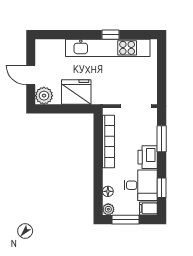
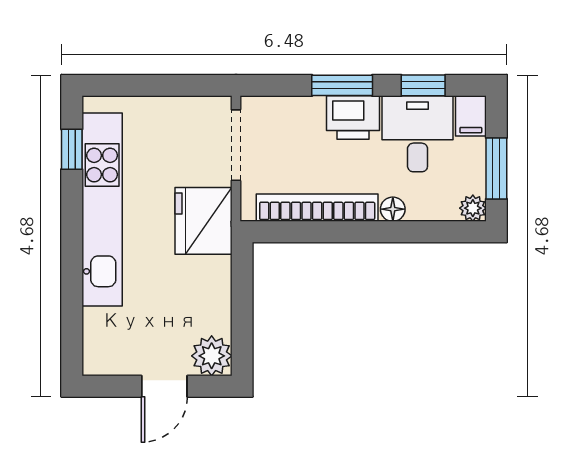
window: (110, 35) -> (72, 149), moved
fridge: (76, 92) -> (203, 221), moved
window: (162, 139) -> (342, 85), moved
floor lamp: (108, 191) -> (393, 209), moved

